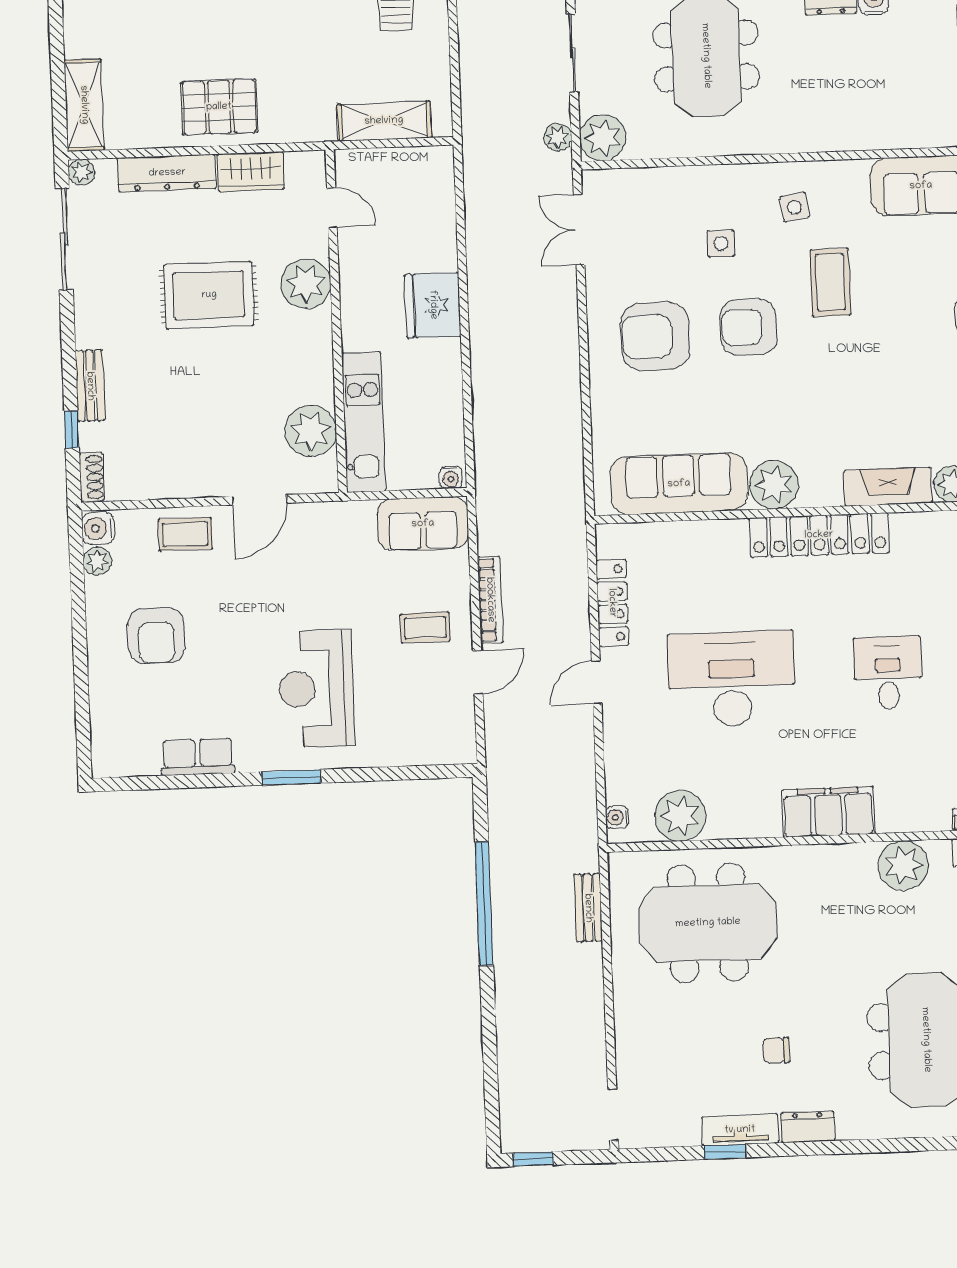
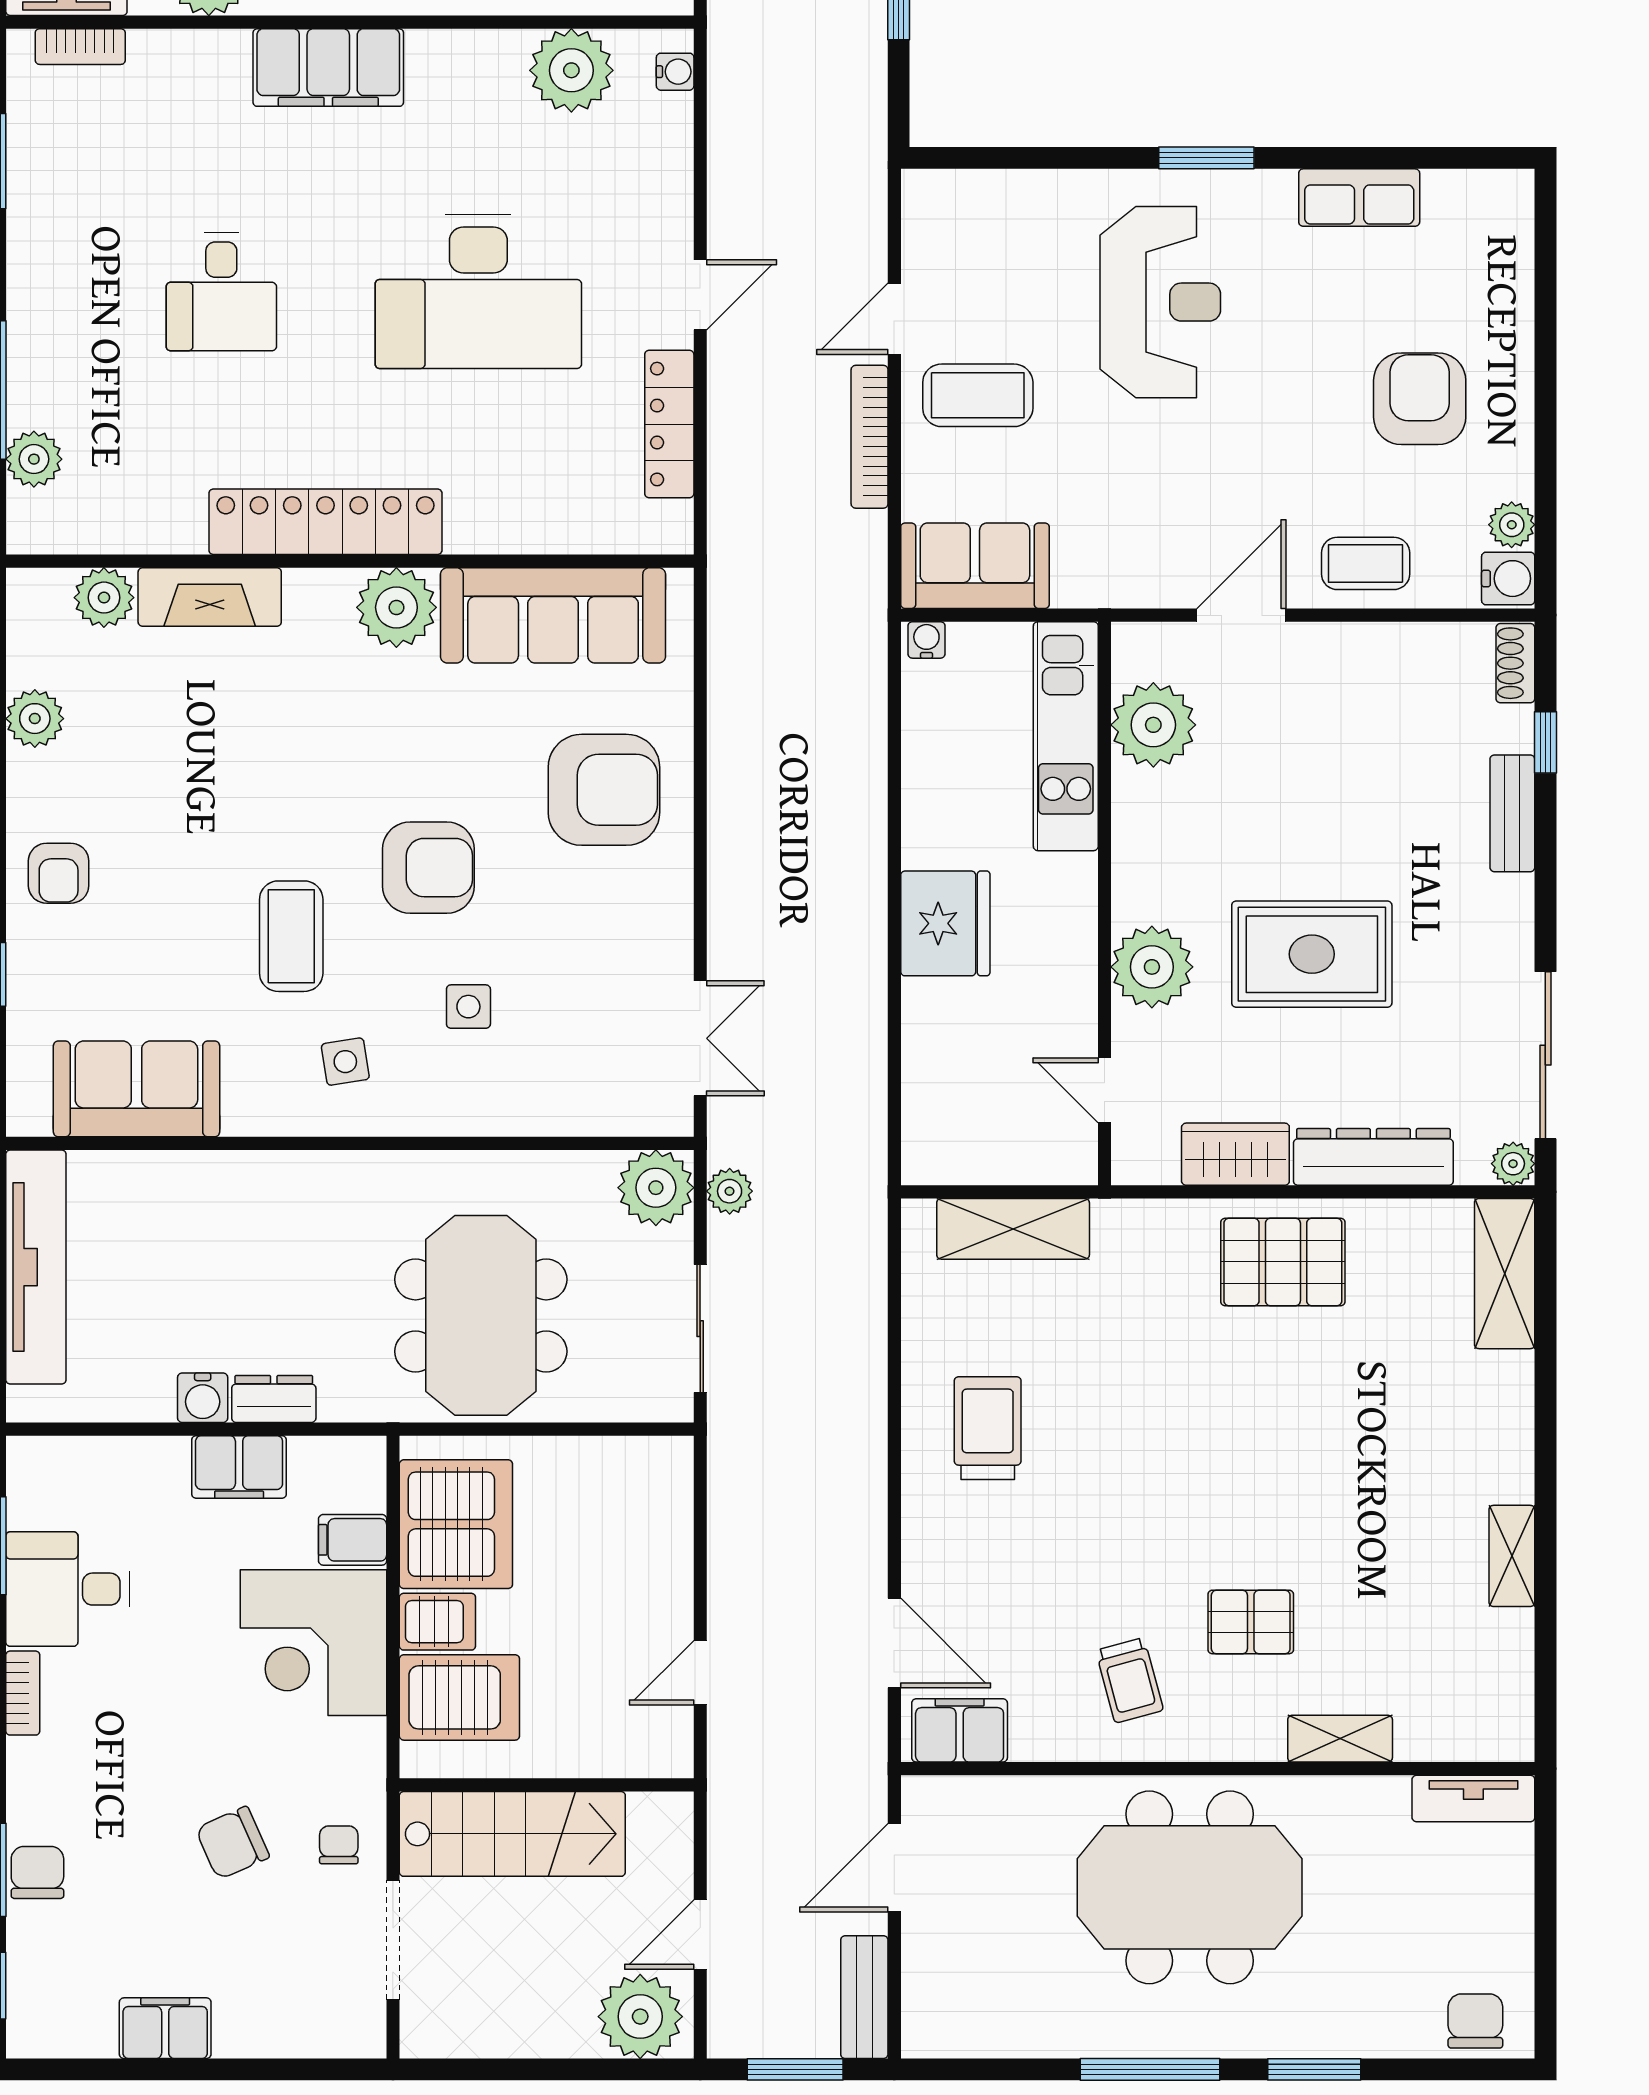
armchair: (655, 336) -> (604, 790), moved
coffee table: (425, 627) -> (978, 395), width x1.36, depth x1.30

